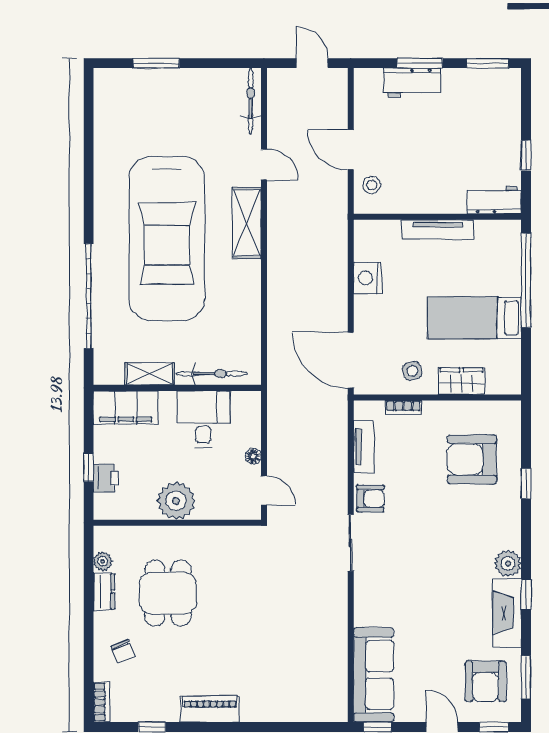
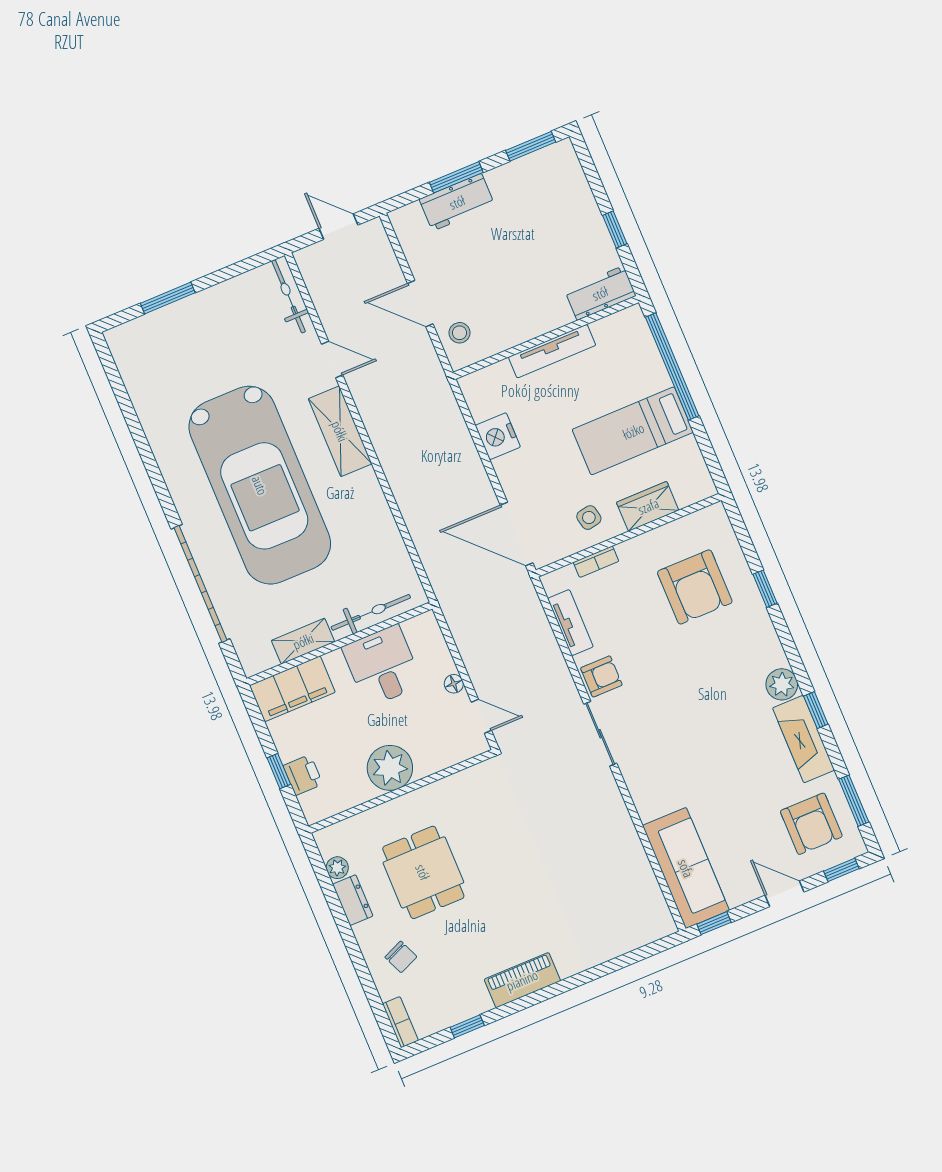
armchair: (472, 459) -> (695, 587), turned -90

